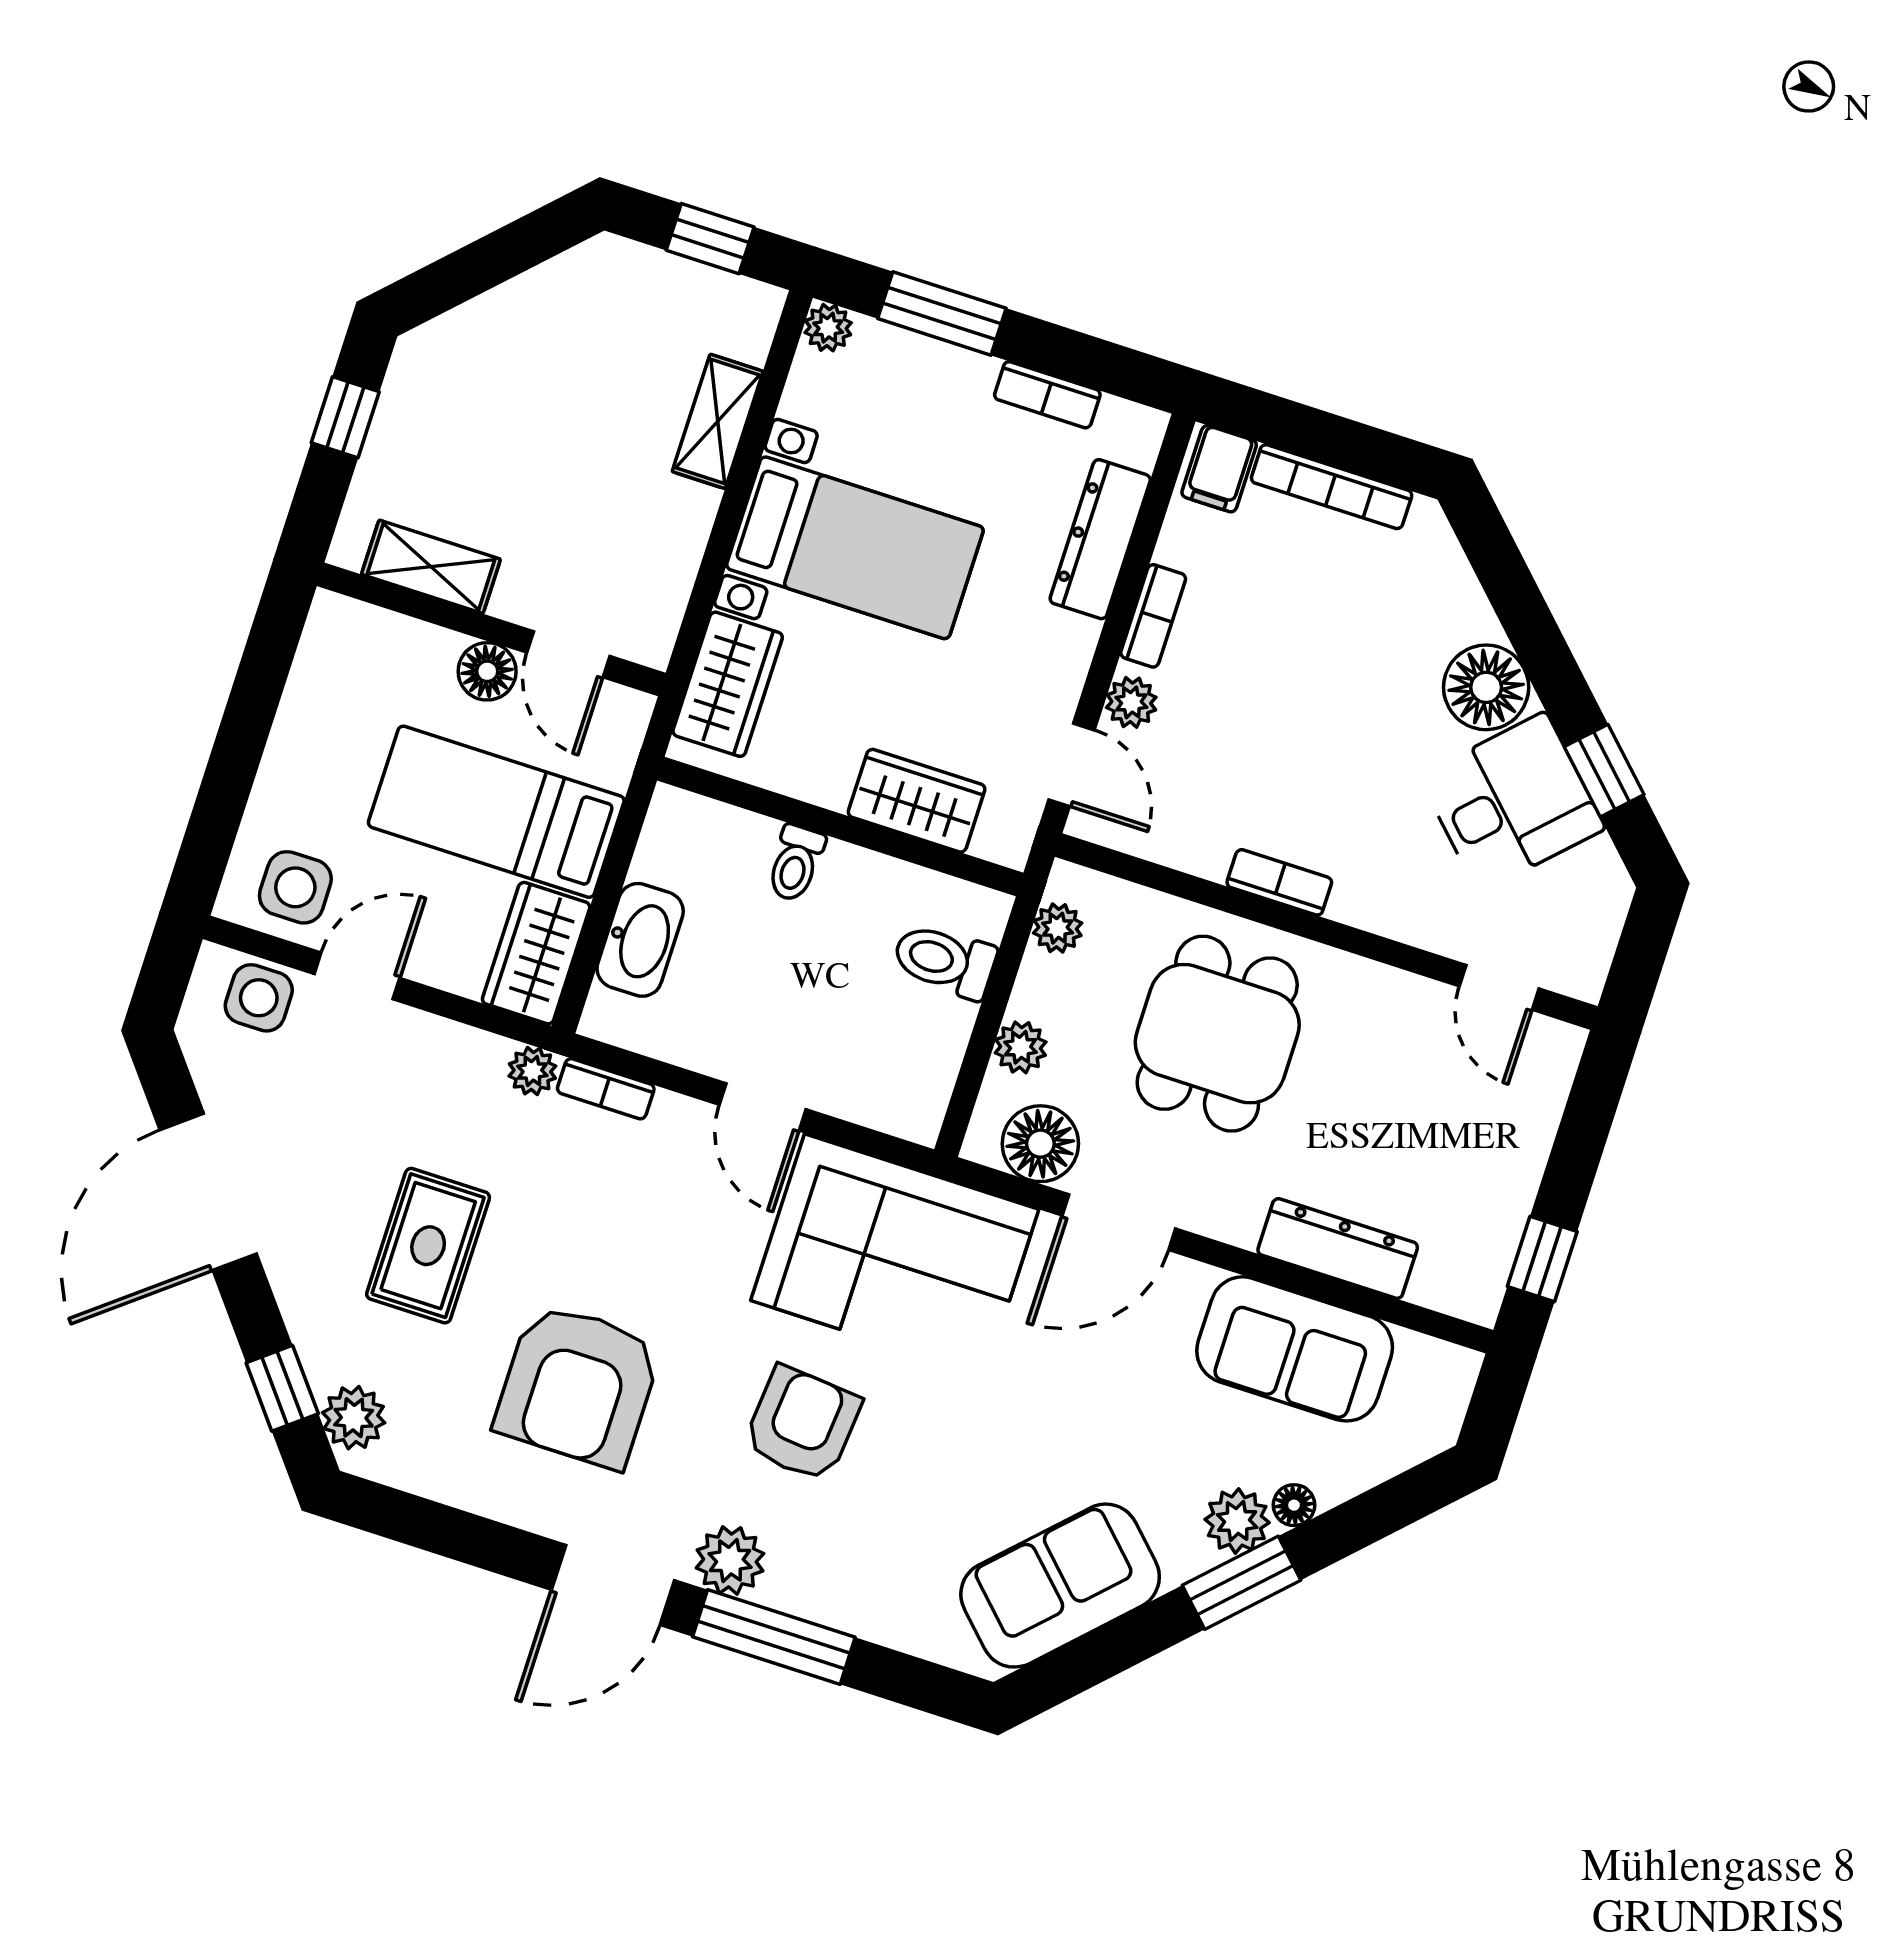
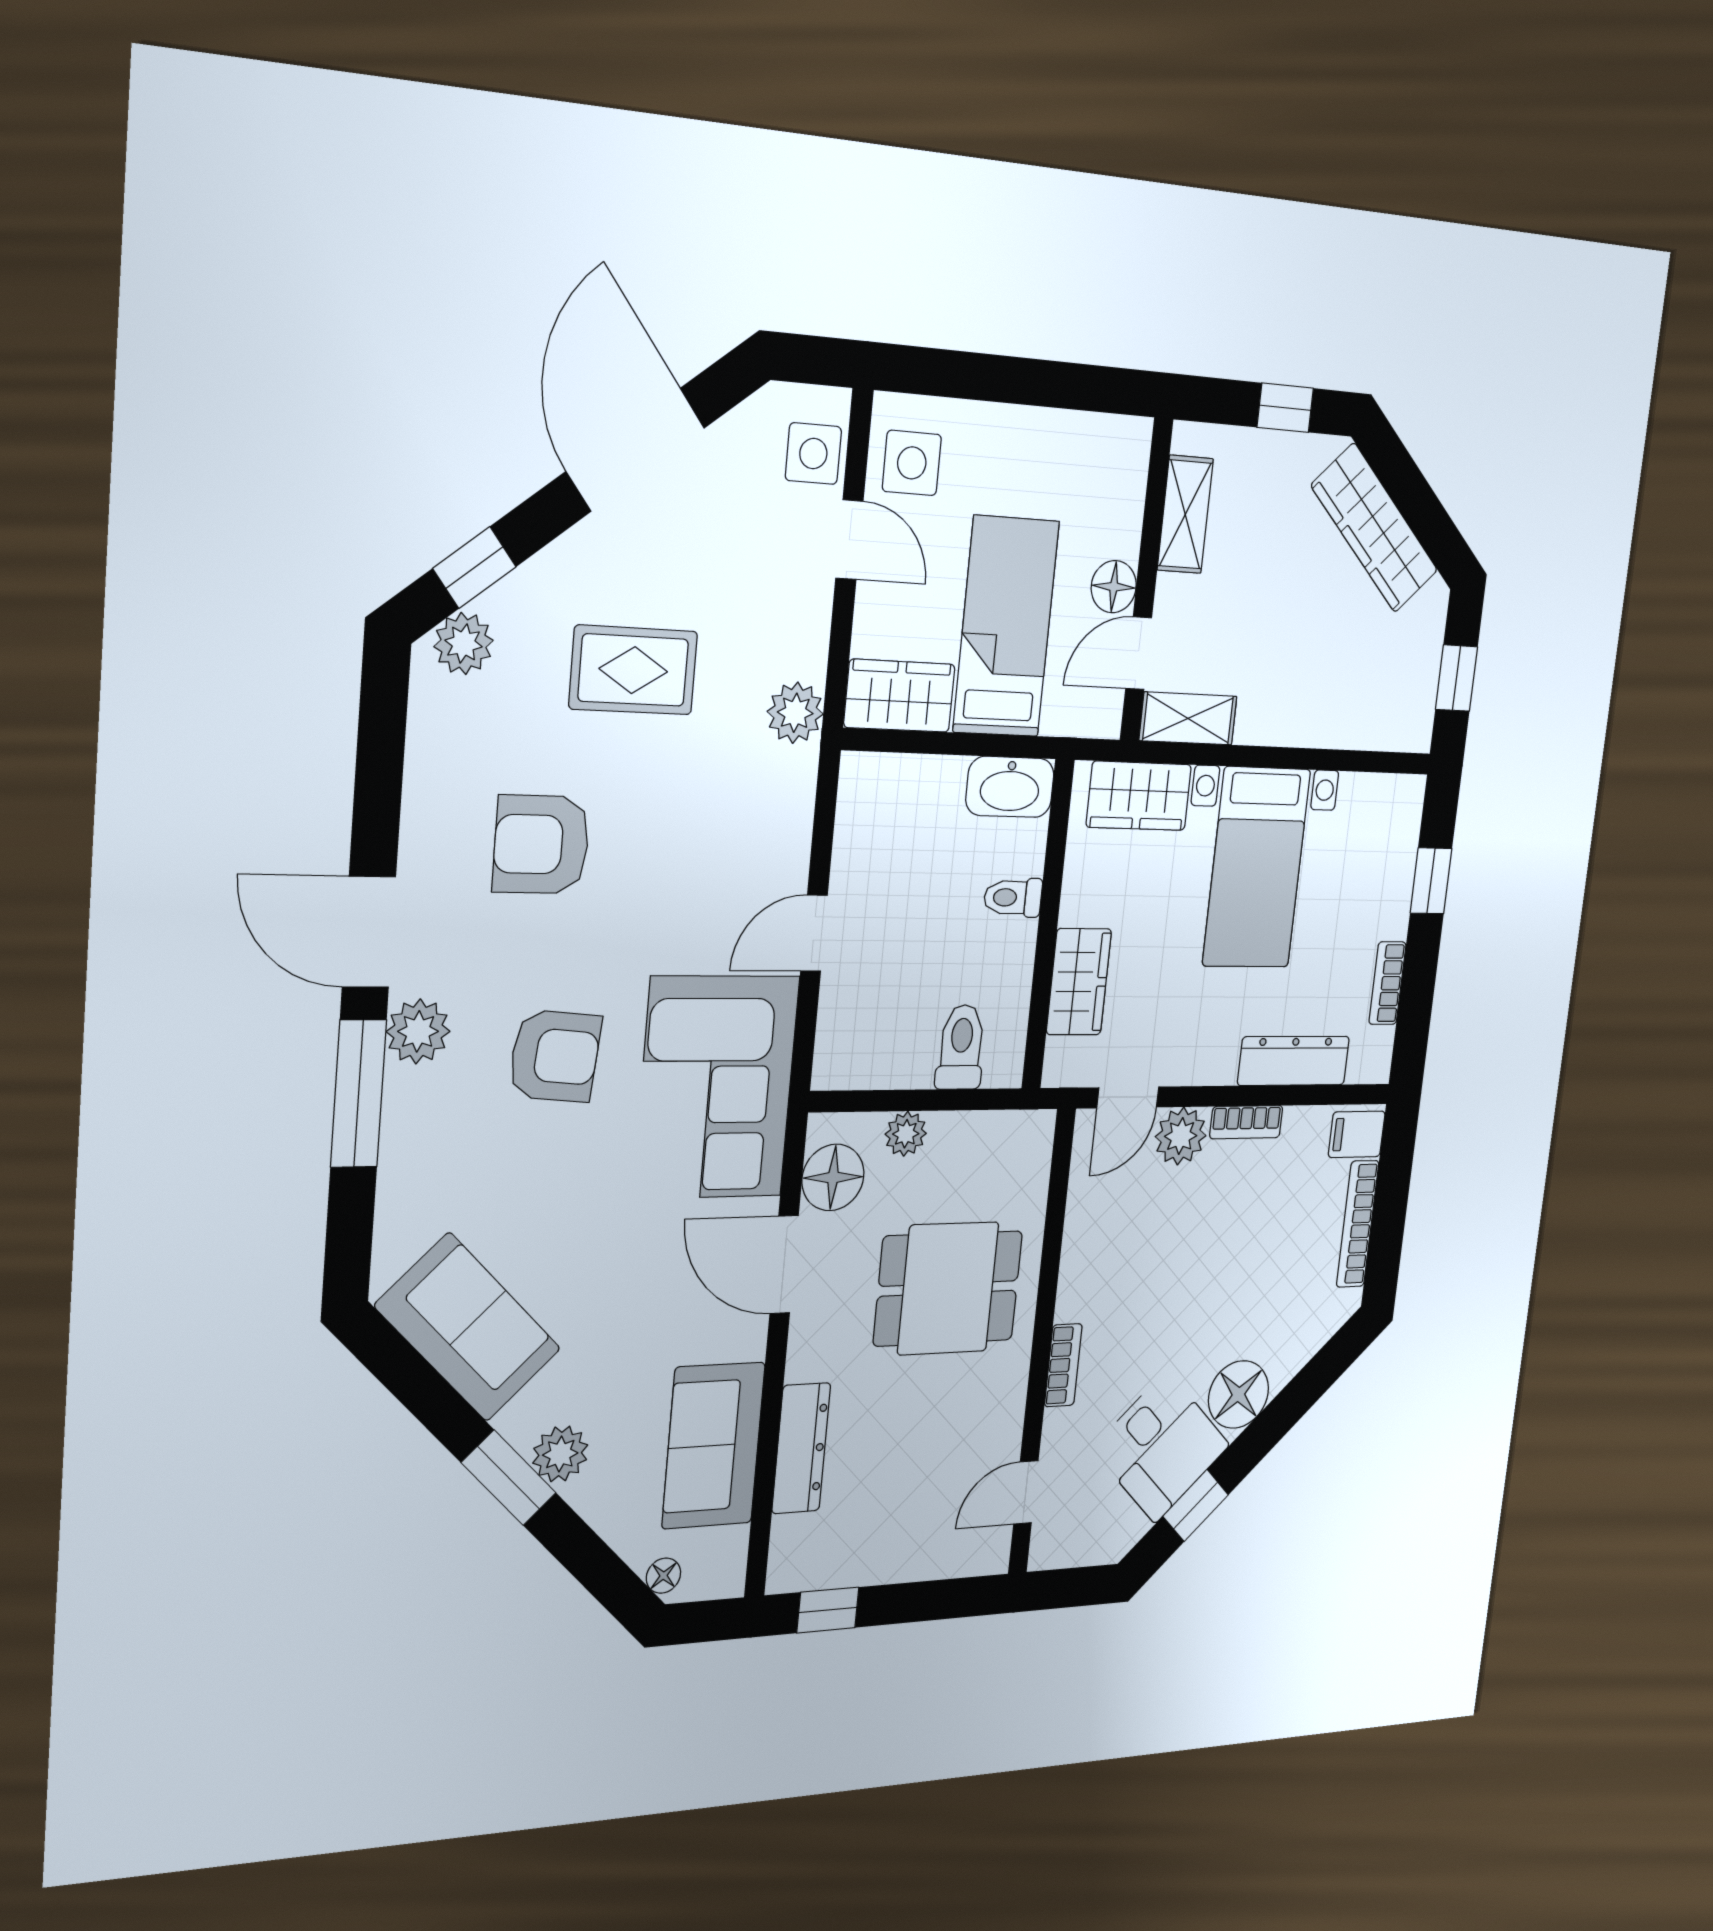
window: (942, 313) -> (1431, 881), width x0.67
wardrobe: (508, 322) -> (1375, 528), added
plant: (828, 328) -> (1408, 794), removed
shelving: (718, 421) -> (1188, 718), moved
plant: (1131, 702) -> (1181, 1136), width x1.38, depth x1.38
bookcase: (1279, 882) -> (1063, 1365), moved
plant: (1058, 928) -> (1004, 1131), removed
washbasin: (640, 940) -> (1010, 787), moved
plant: (532, 1071) -> (795, 713), width x1.38, depth x1.38
bookcase: (606, 1089) -> (801, 791), removed
door: (208, 1192) -> (636, 450), hinge flipped
armchair: (578, 1386) -> (541, 844), width x0.73, depth x0.73
floor lamp: (1294, 1505) -> (663, 1576), moved

